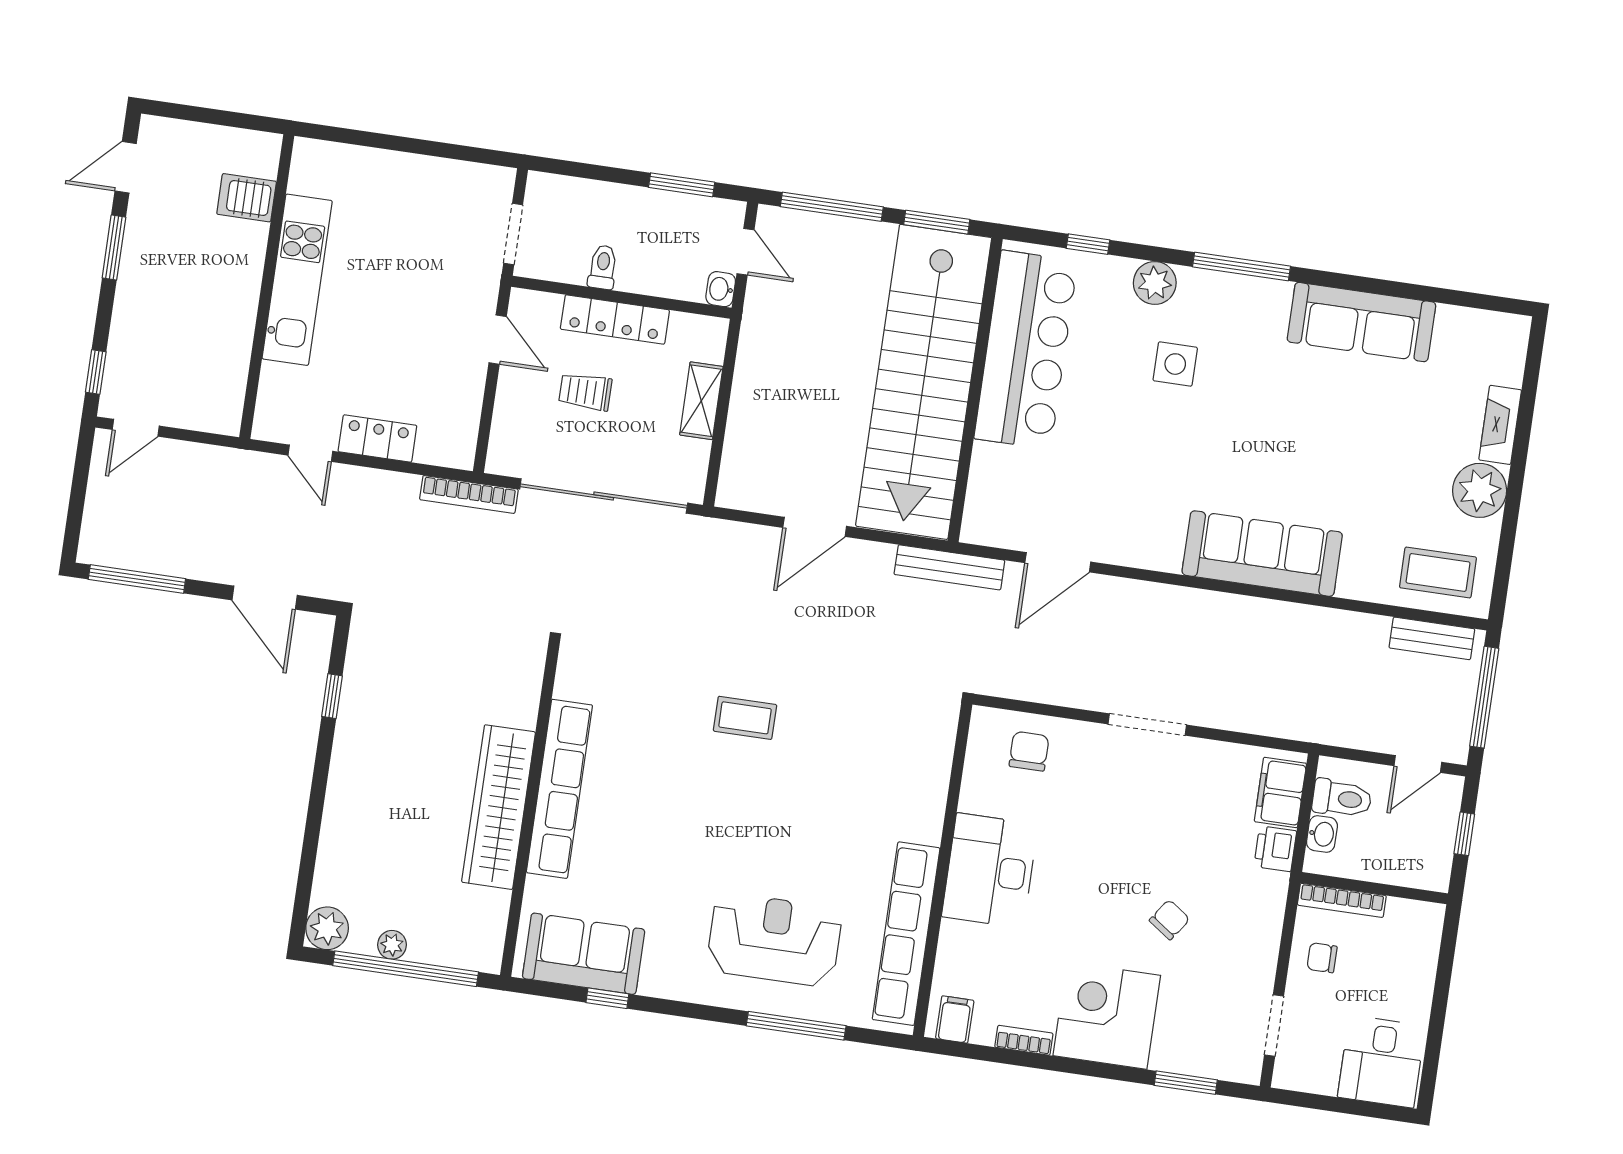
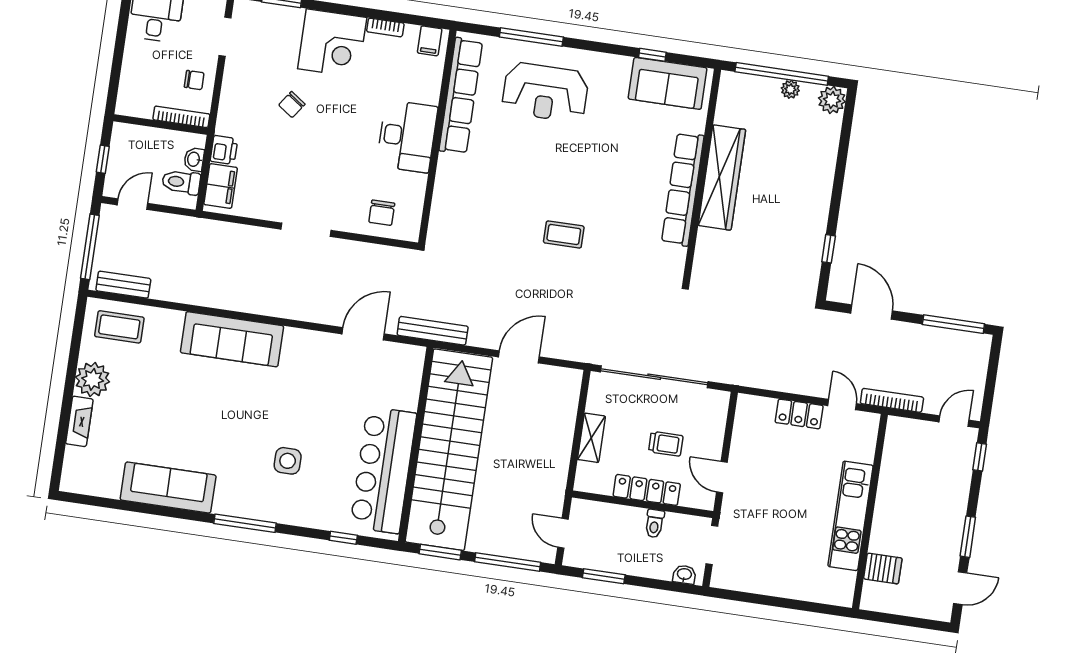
plant: (1155, 283) -> (301, 513), removed
washbasin: (721, 289) -> (684, 575), moved, turned -90
bookcase: (469, 494) -> (892, 400), moved

